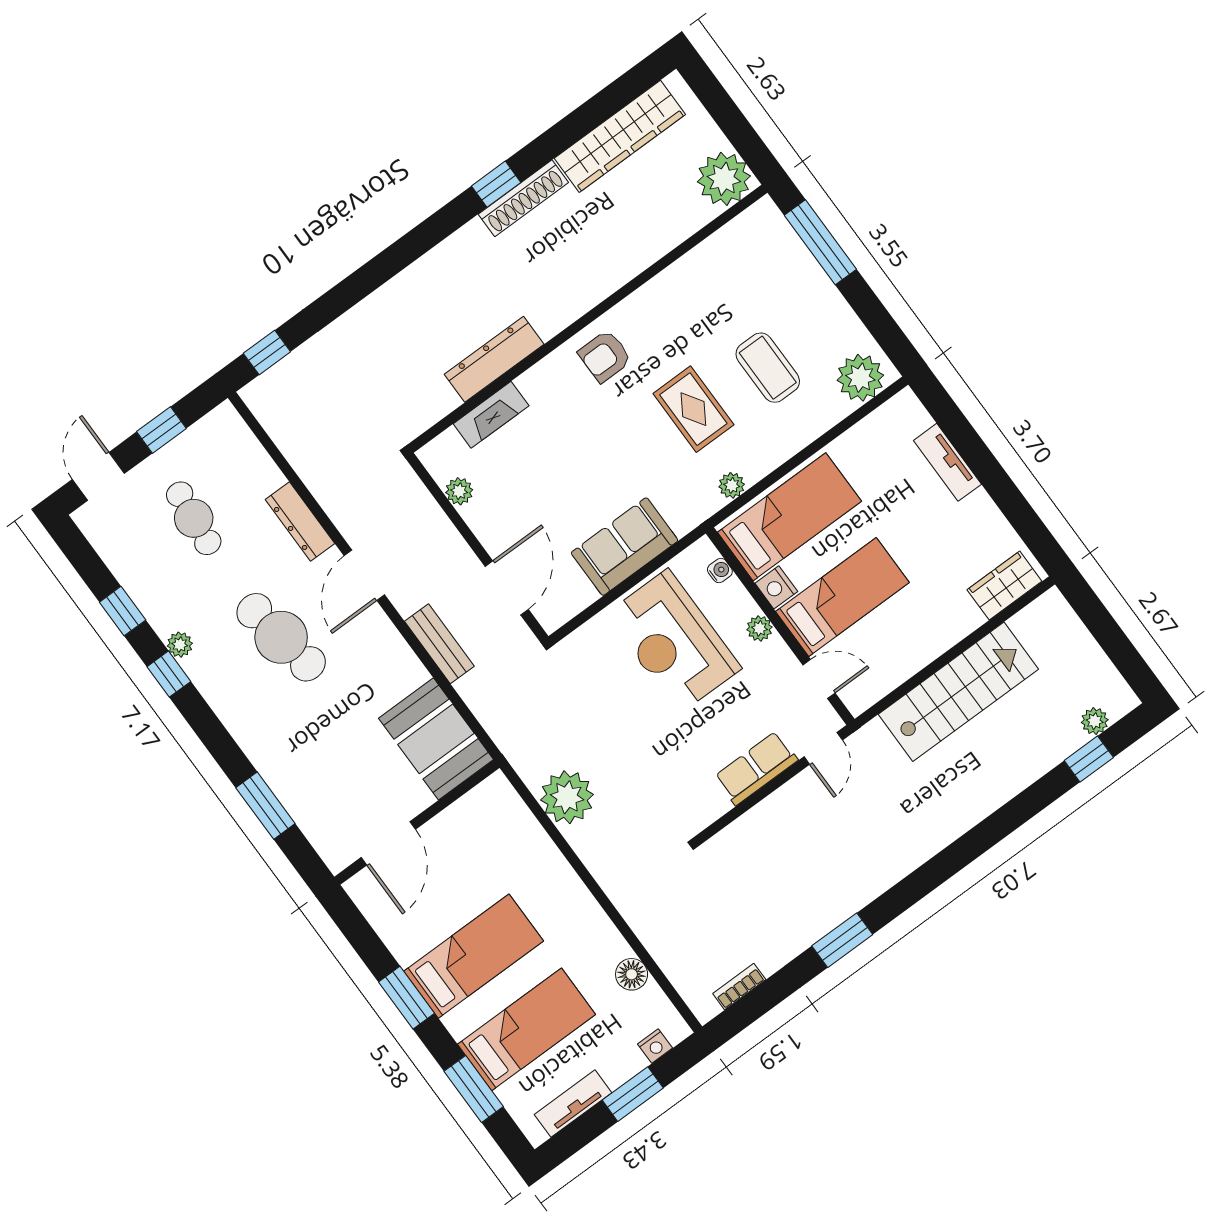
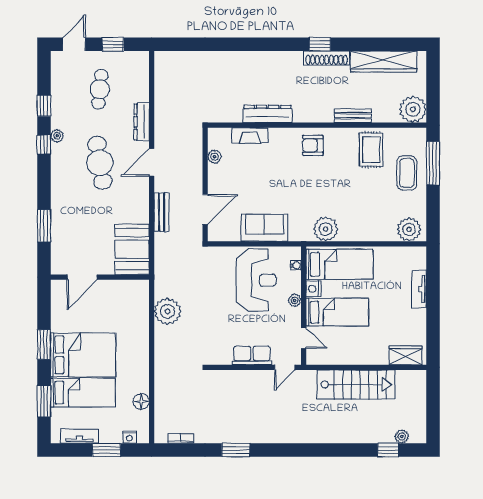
bench: (635, 261) -> (353, 116), added
window: (267, 353) -> (178, 44), removed
coffee table: (768, 368) -> (407, 173), moved
rug: (693, 409) -> (371, 150), moved
plant: (732, 485) -> (326, 229), width x1.88, depth x1.88
reception desk: (674, 641) -> (256, 280), turned 180
bed: (474, 956) -> (83, 355), width x1.50

